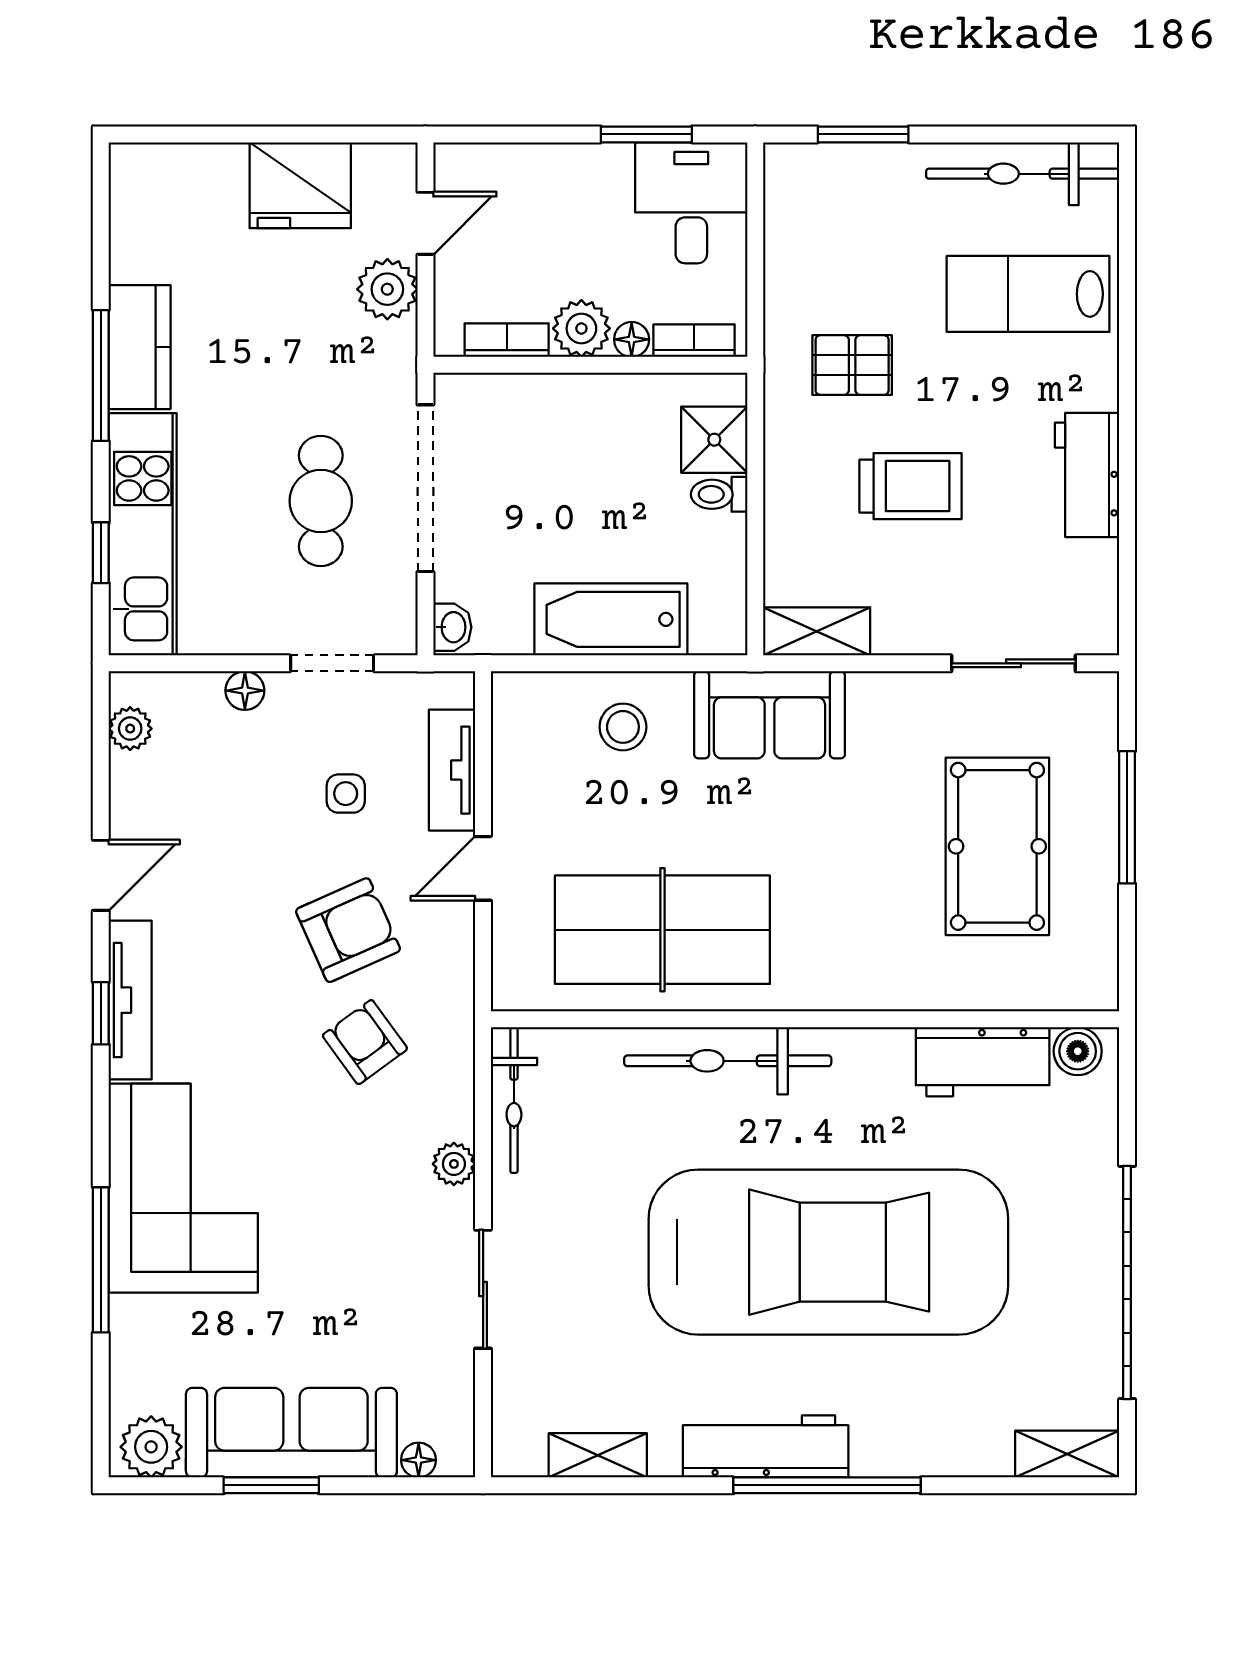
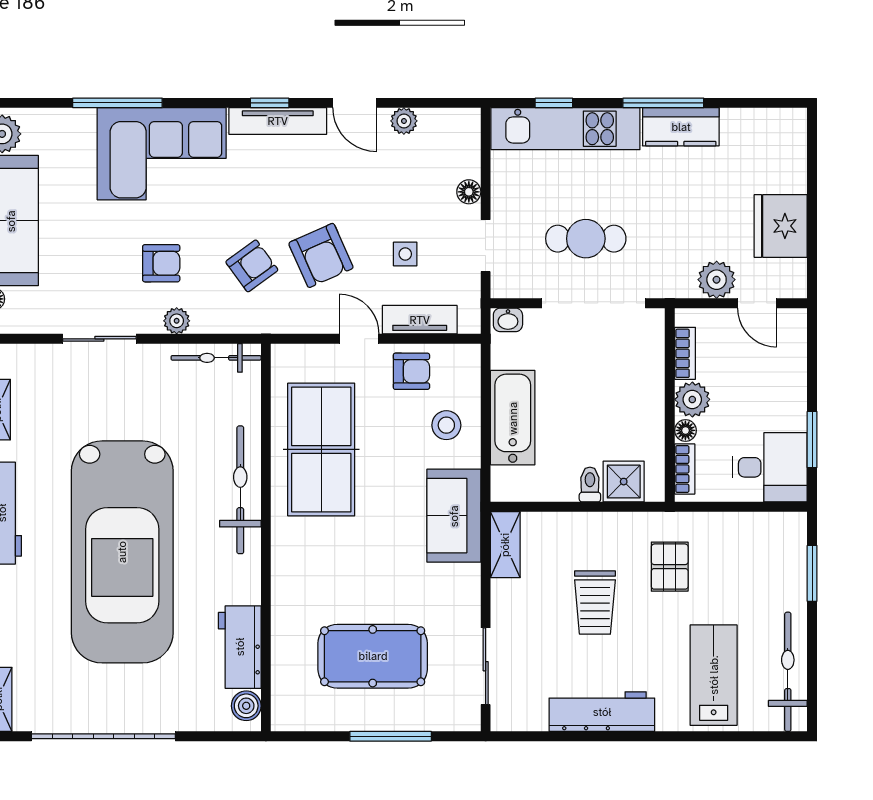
workbench: (1087, 475) -> (602, 712), width x1.38
plant: (130, 729) -> (404, 121), moved
armchair: (536, 783) -> (411, 371), added
armchair: (361, 1189) -> (161, 263), added

